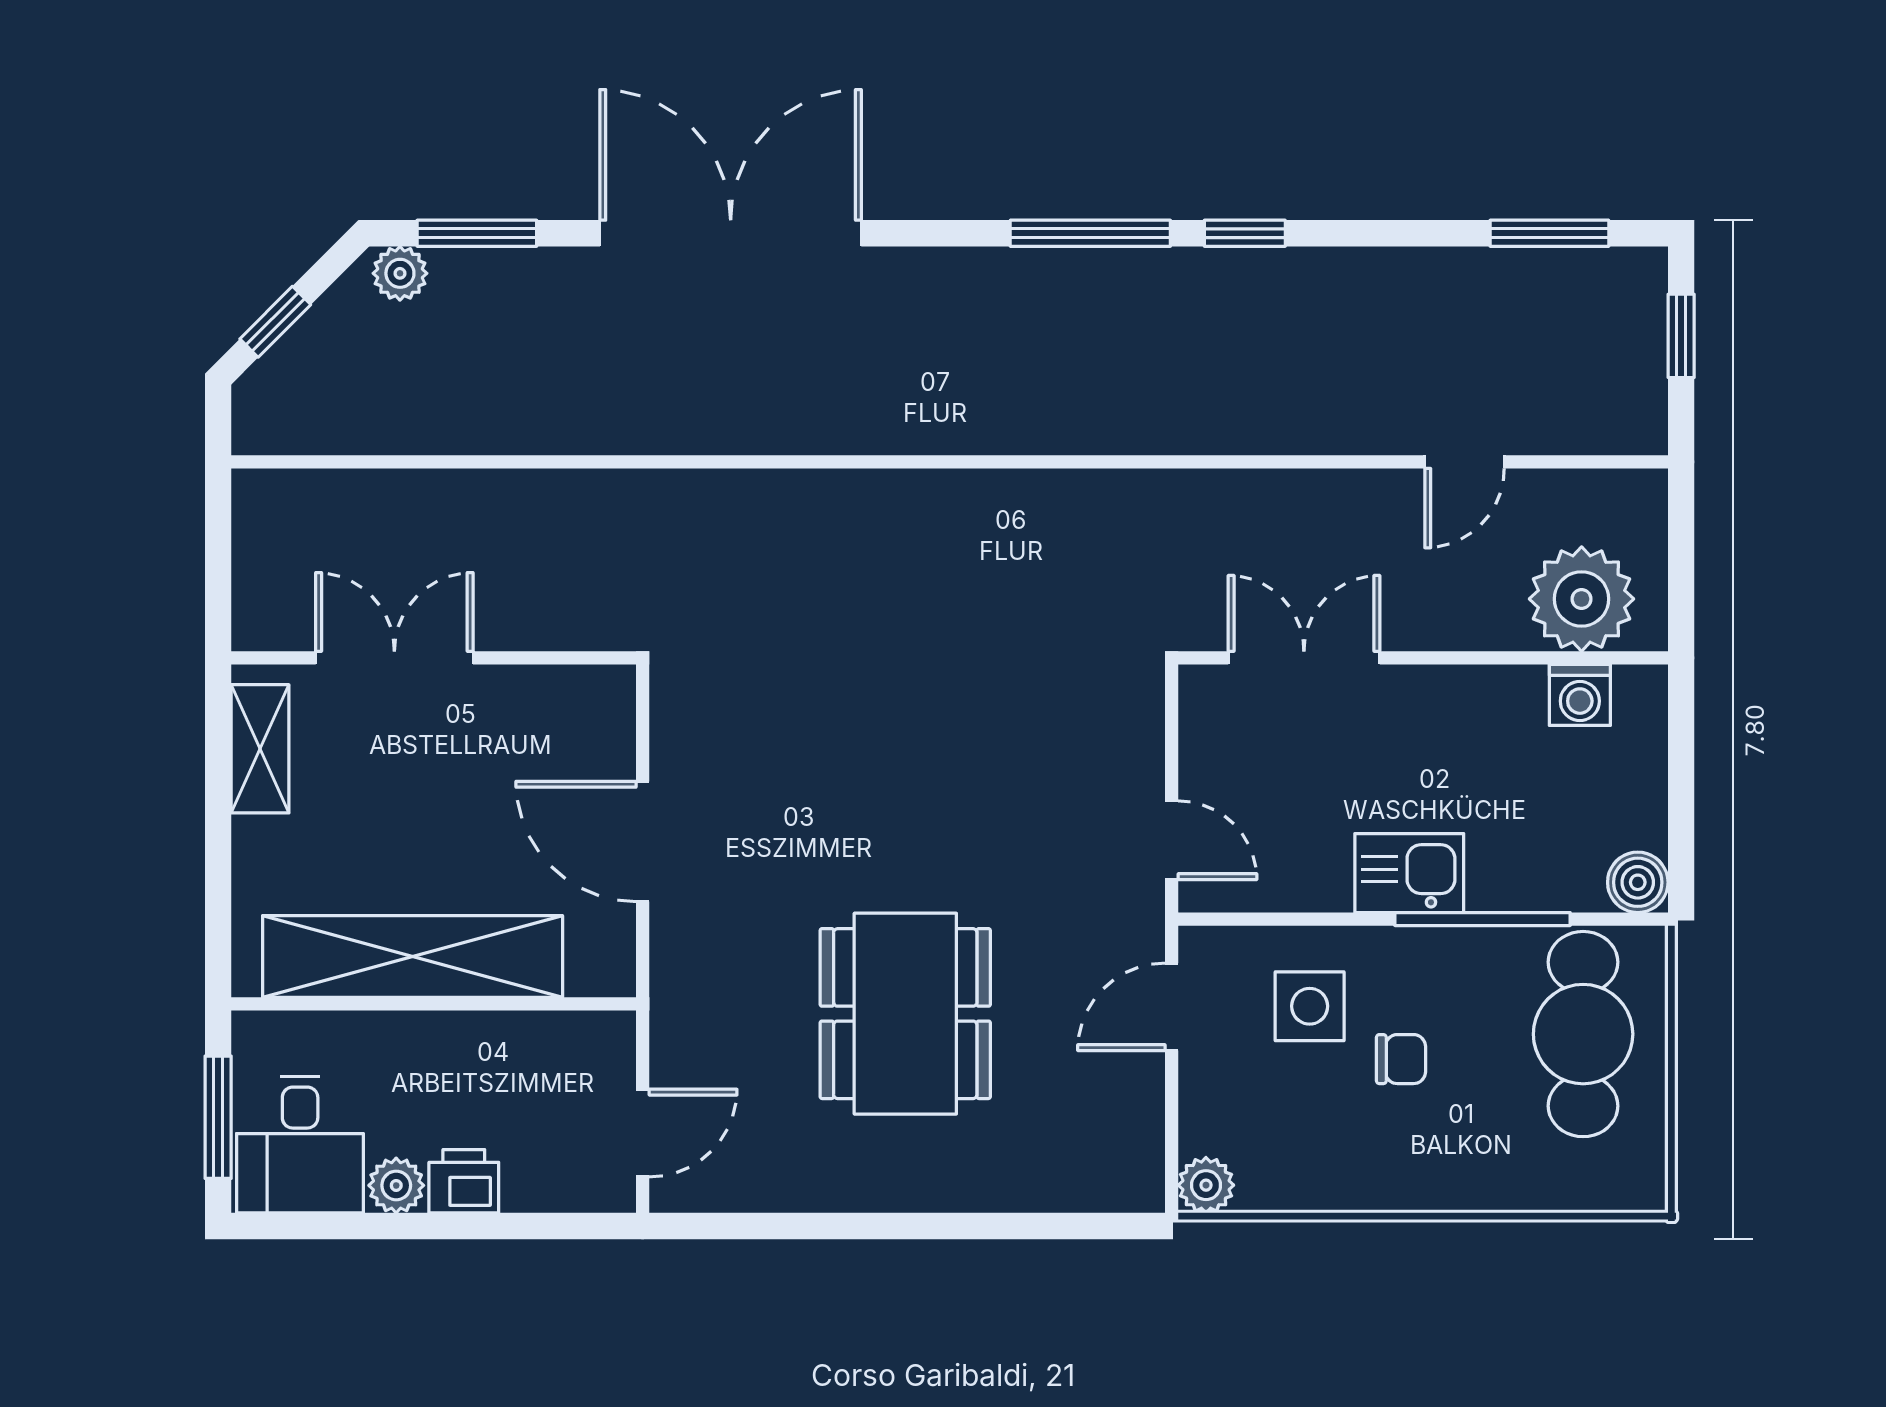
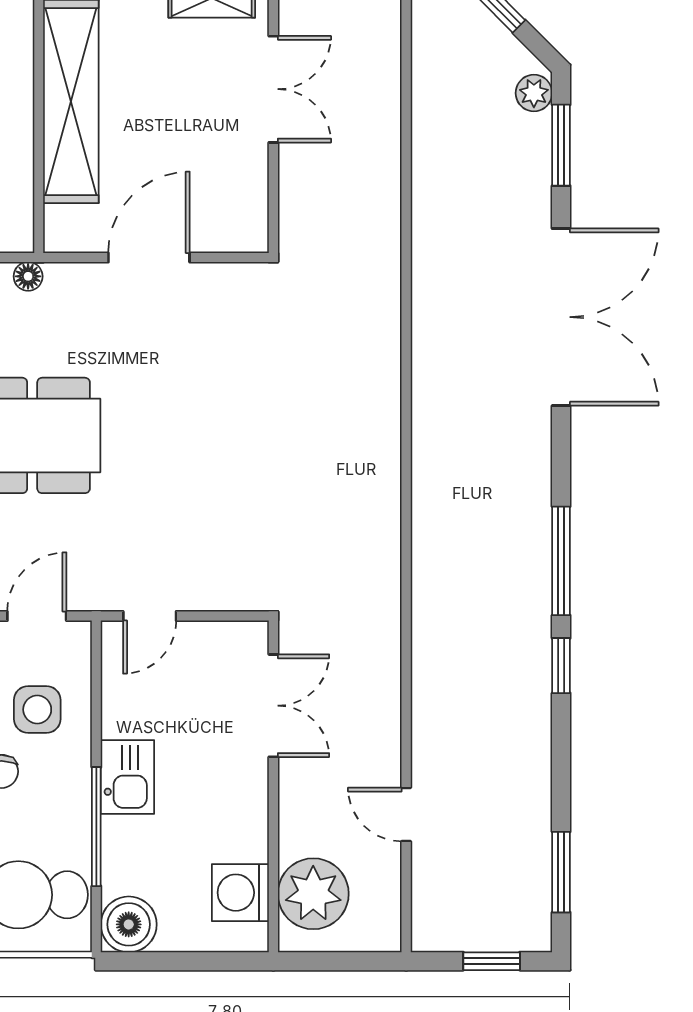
washing machine: (1580, 695) -> (240, 893), width x1.38, depth x1.38
boiler: (1638, 882) -> (129, 924), width x1.36, depth x1.36
door: (1172, 1007) -> (37, 616), hinge flipped
floor lamp: (671, 1020) -> (28, 276), added

